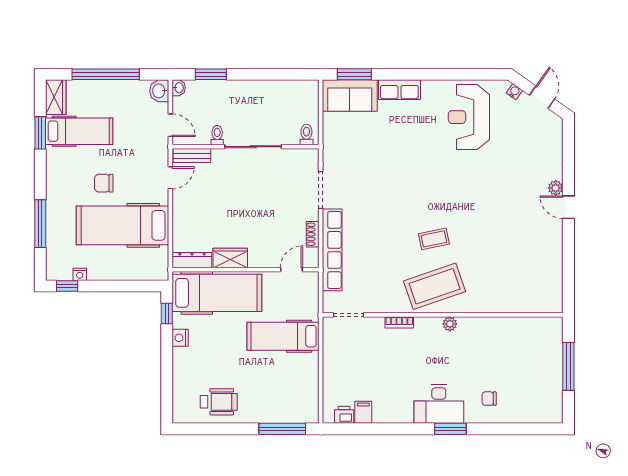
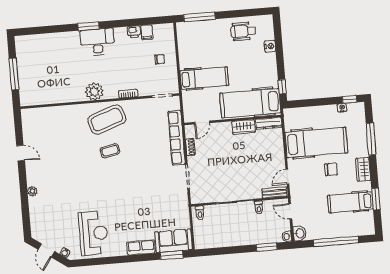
wardrobe: (56, 97) -> (363, 169), moved
door: (568, 207) -> (21, 153), moved
plant: (450, 324) -> (94, 91), width x1.88, depth x1.88
nightstand: (180, 338) -> (270, 46), moved
chair: (489, 399) -> (160, 59), moved
printer: (344, 415) -> (134, 32), moved

